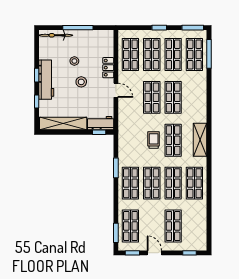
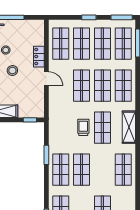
workbench: (101, 123) -> (31, 111), removed
shop shelf: (173, 183) -> (123, 86), moved

